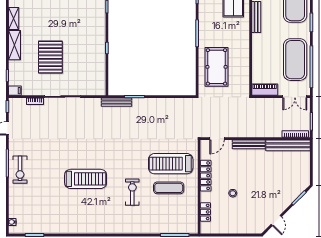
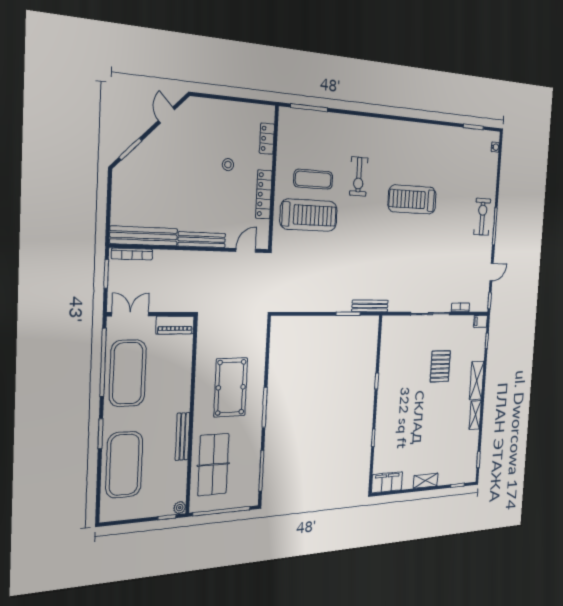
pallet: (50, 57) -> (440, 366), width x0.73, depth x0.71
pool table: (216, 67) -> (231, 387), moved

